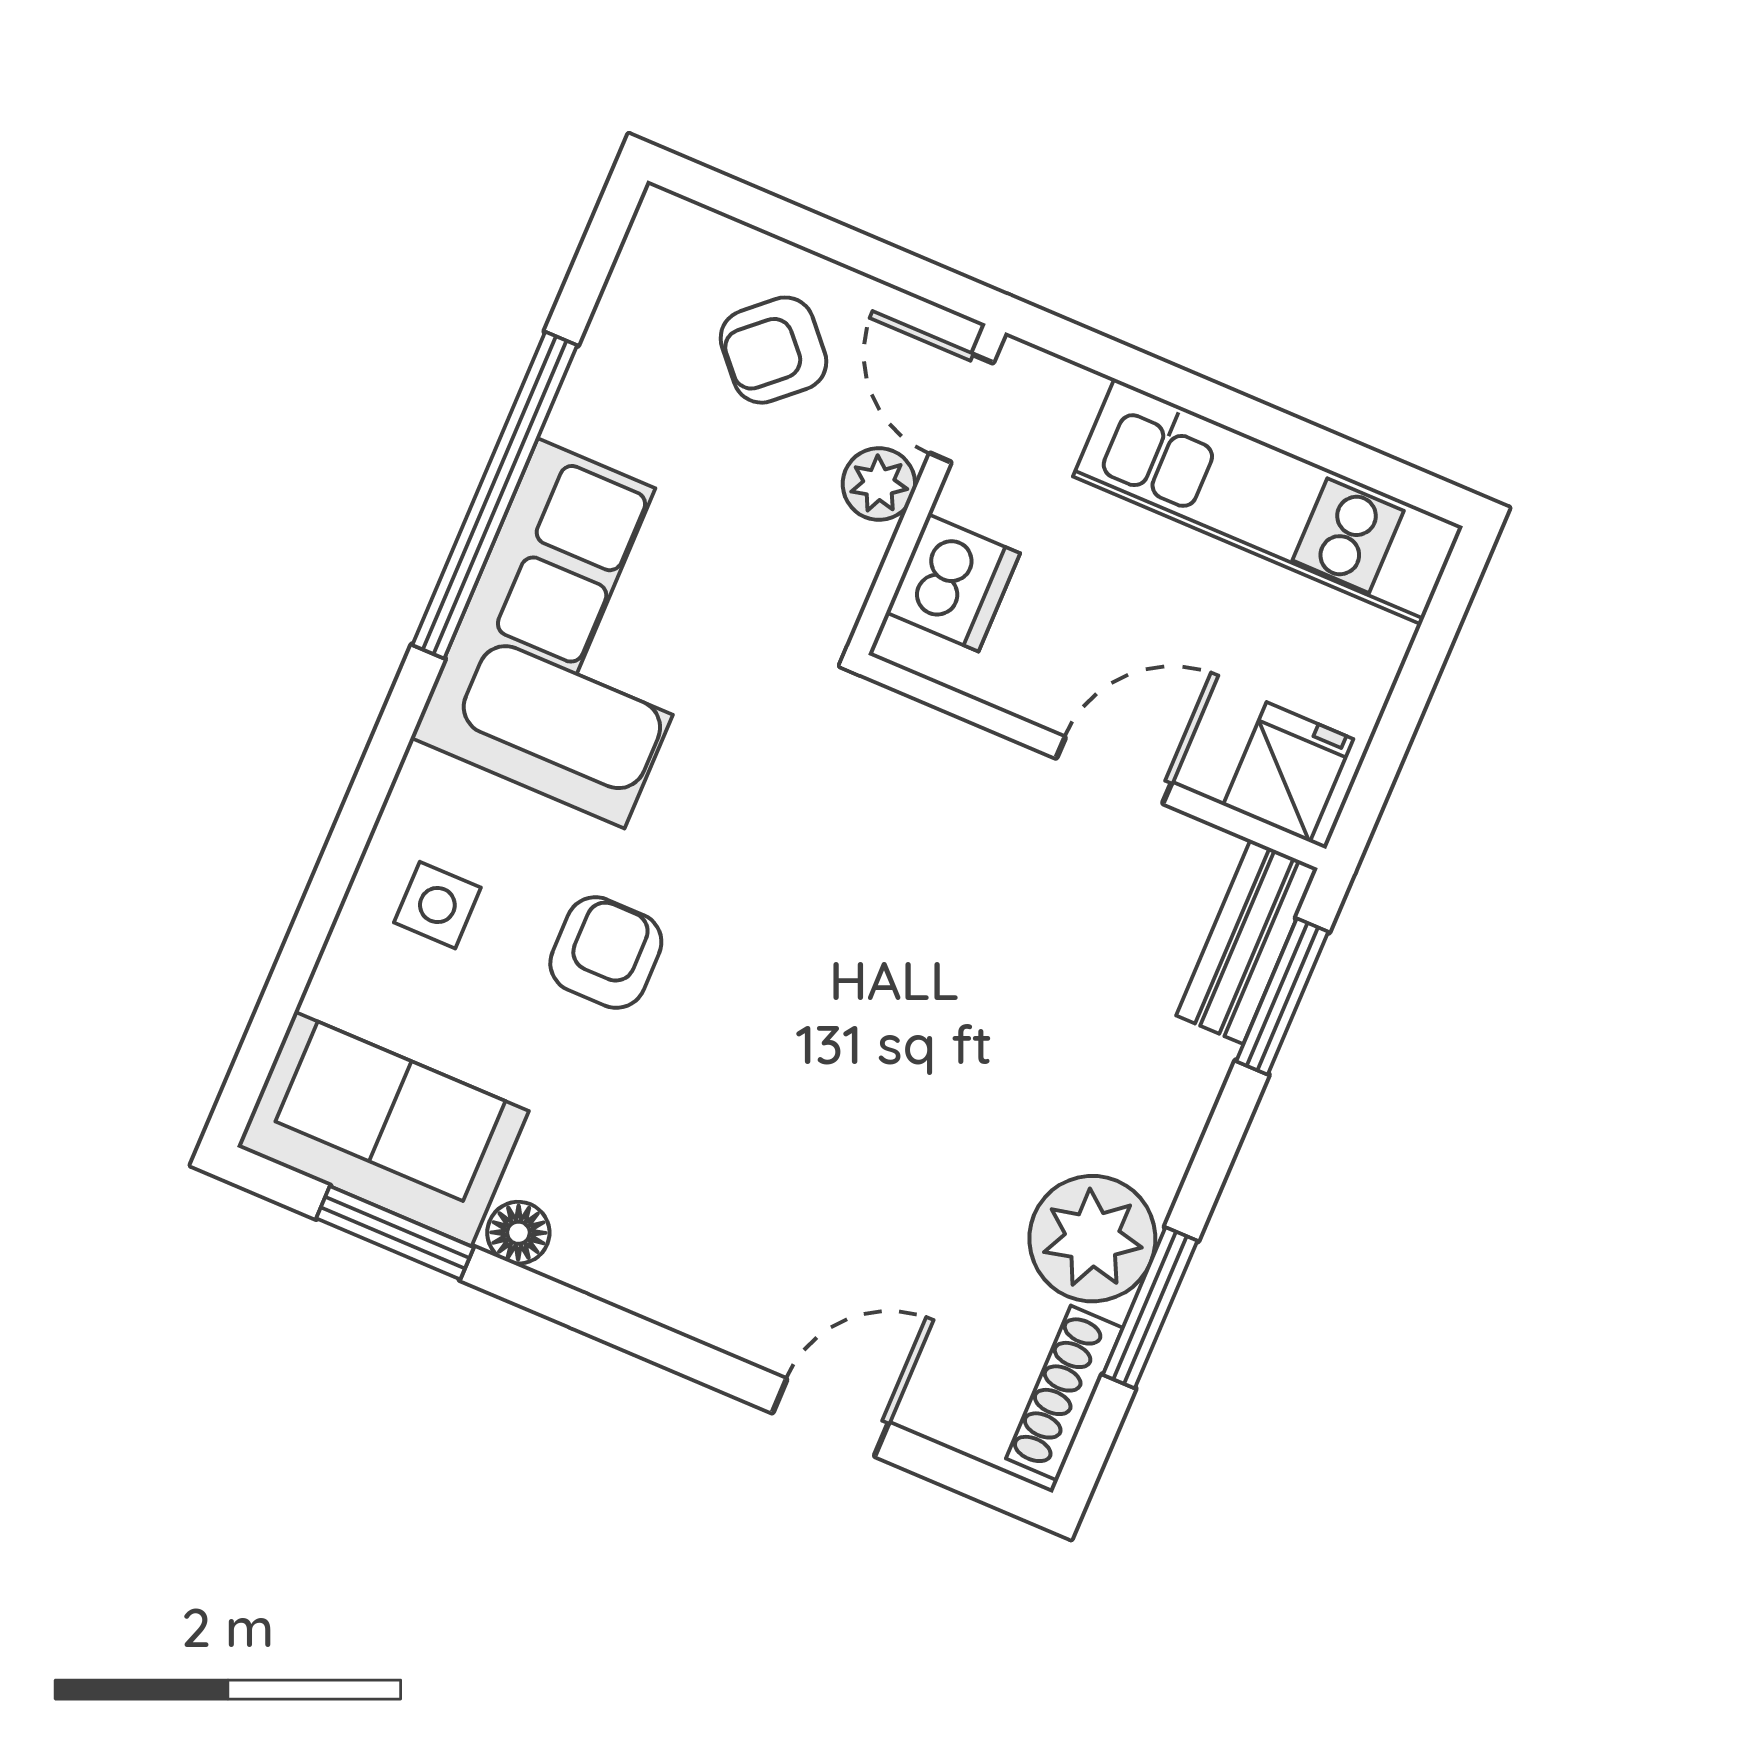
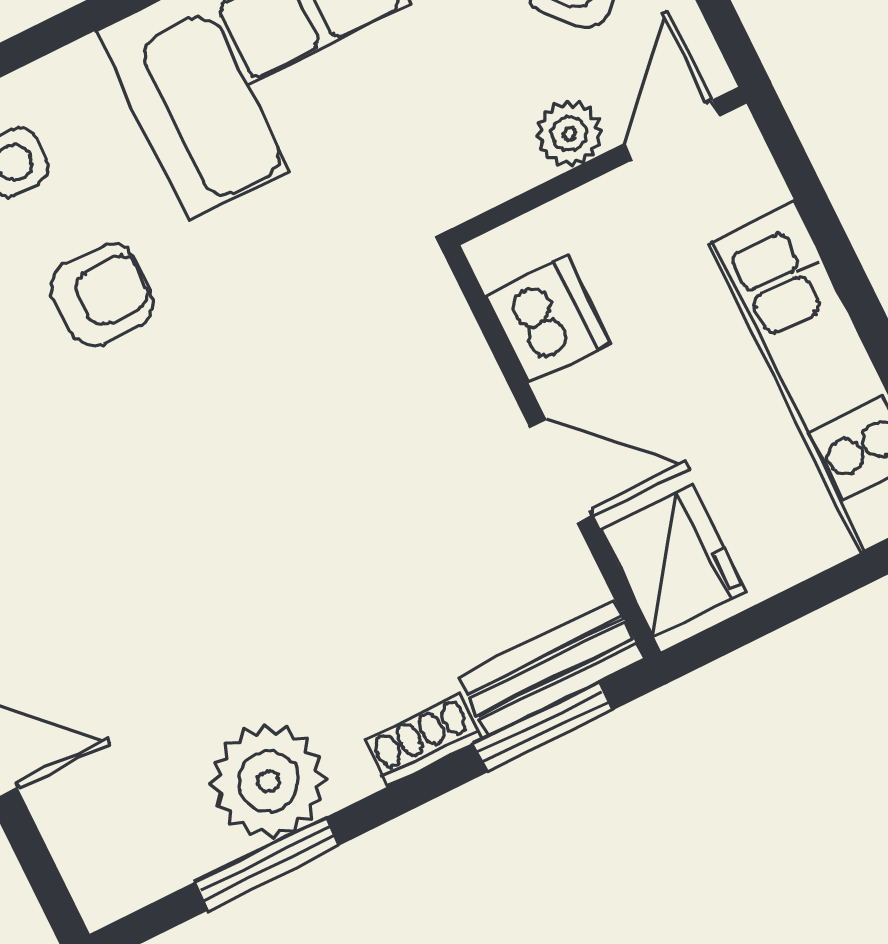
dishwasher: (953, 583) -> (548, 319), moved, turned -90
fridge: (1288, 772) -> (673, 561), width x1.38
shoe rack: (1064, 1393) -> (423, 740), moved, width x0.70

